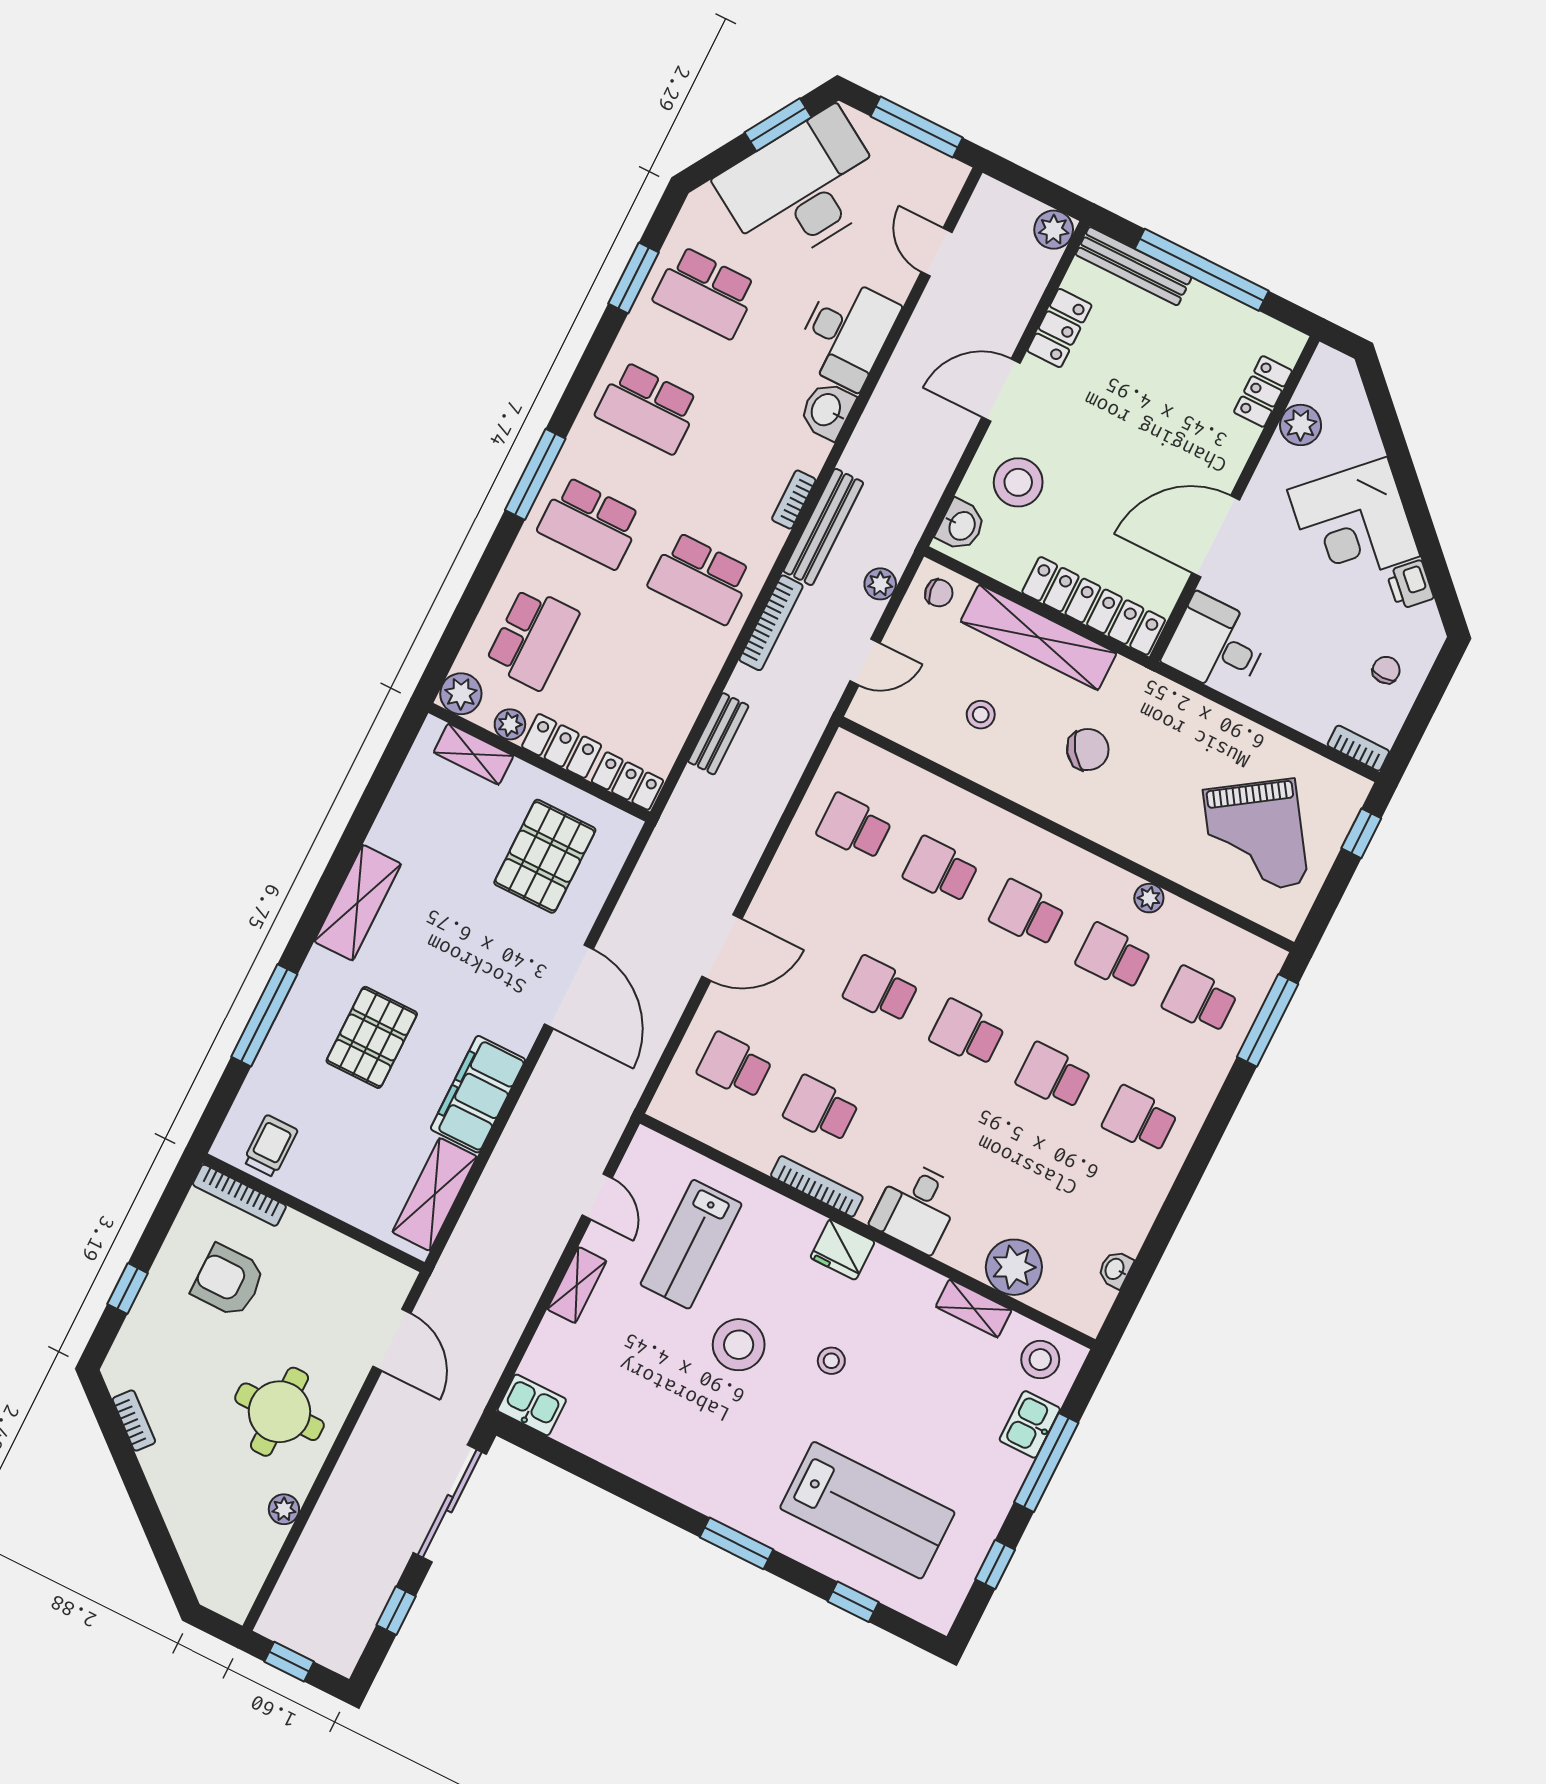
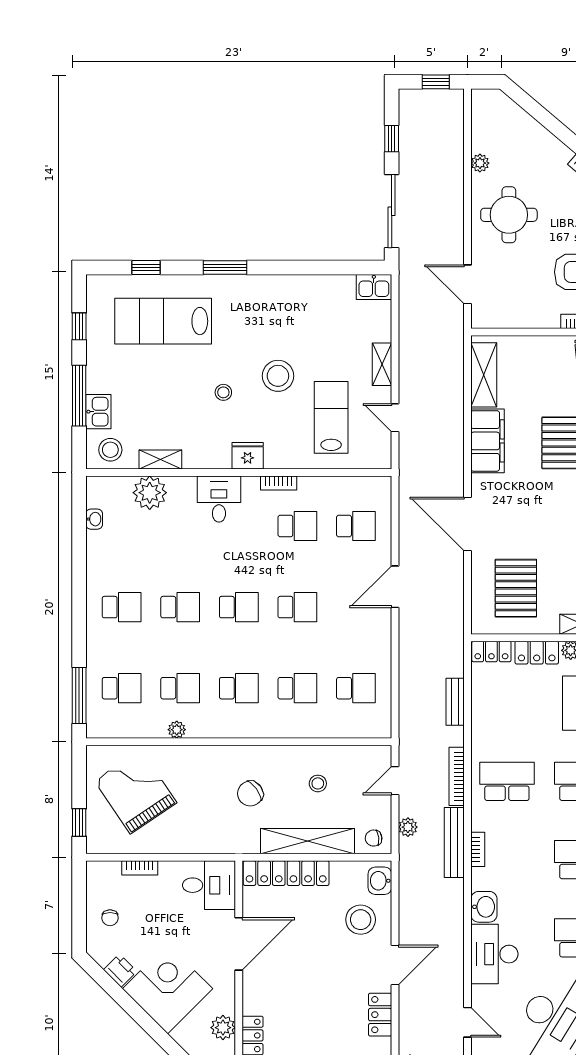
bookcase: (1358, 748) -> (140, 868), moved
bookcase: (817, 1186) -> (279, 483), width x0.64

